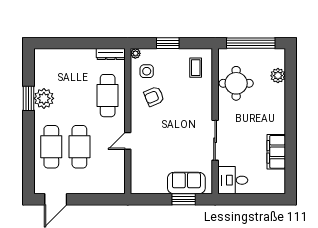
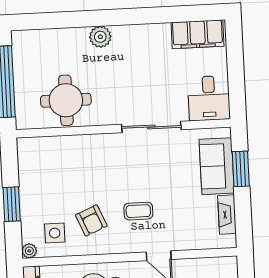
coffee table: (196, 68) -> (138, 211), moved
plant: (278, 76) -> (100, 37), moved
filing cabinet: (276, 152) -> (198, 34), moved
fireplace: (153, 188) -> (227, 215), added

